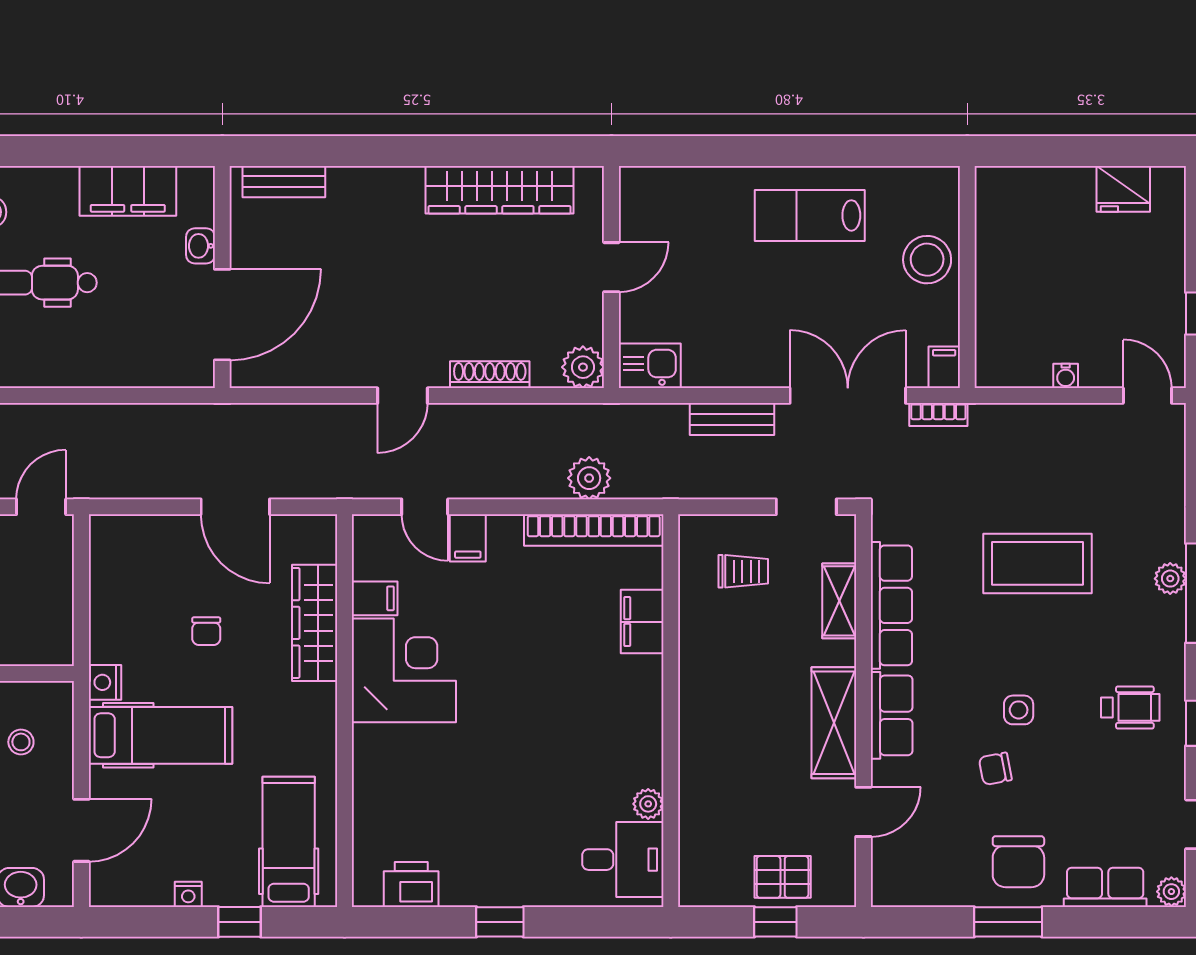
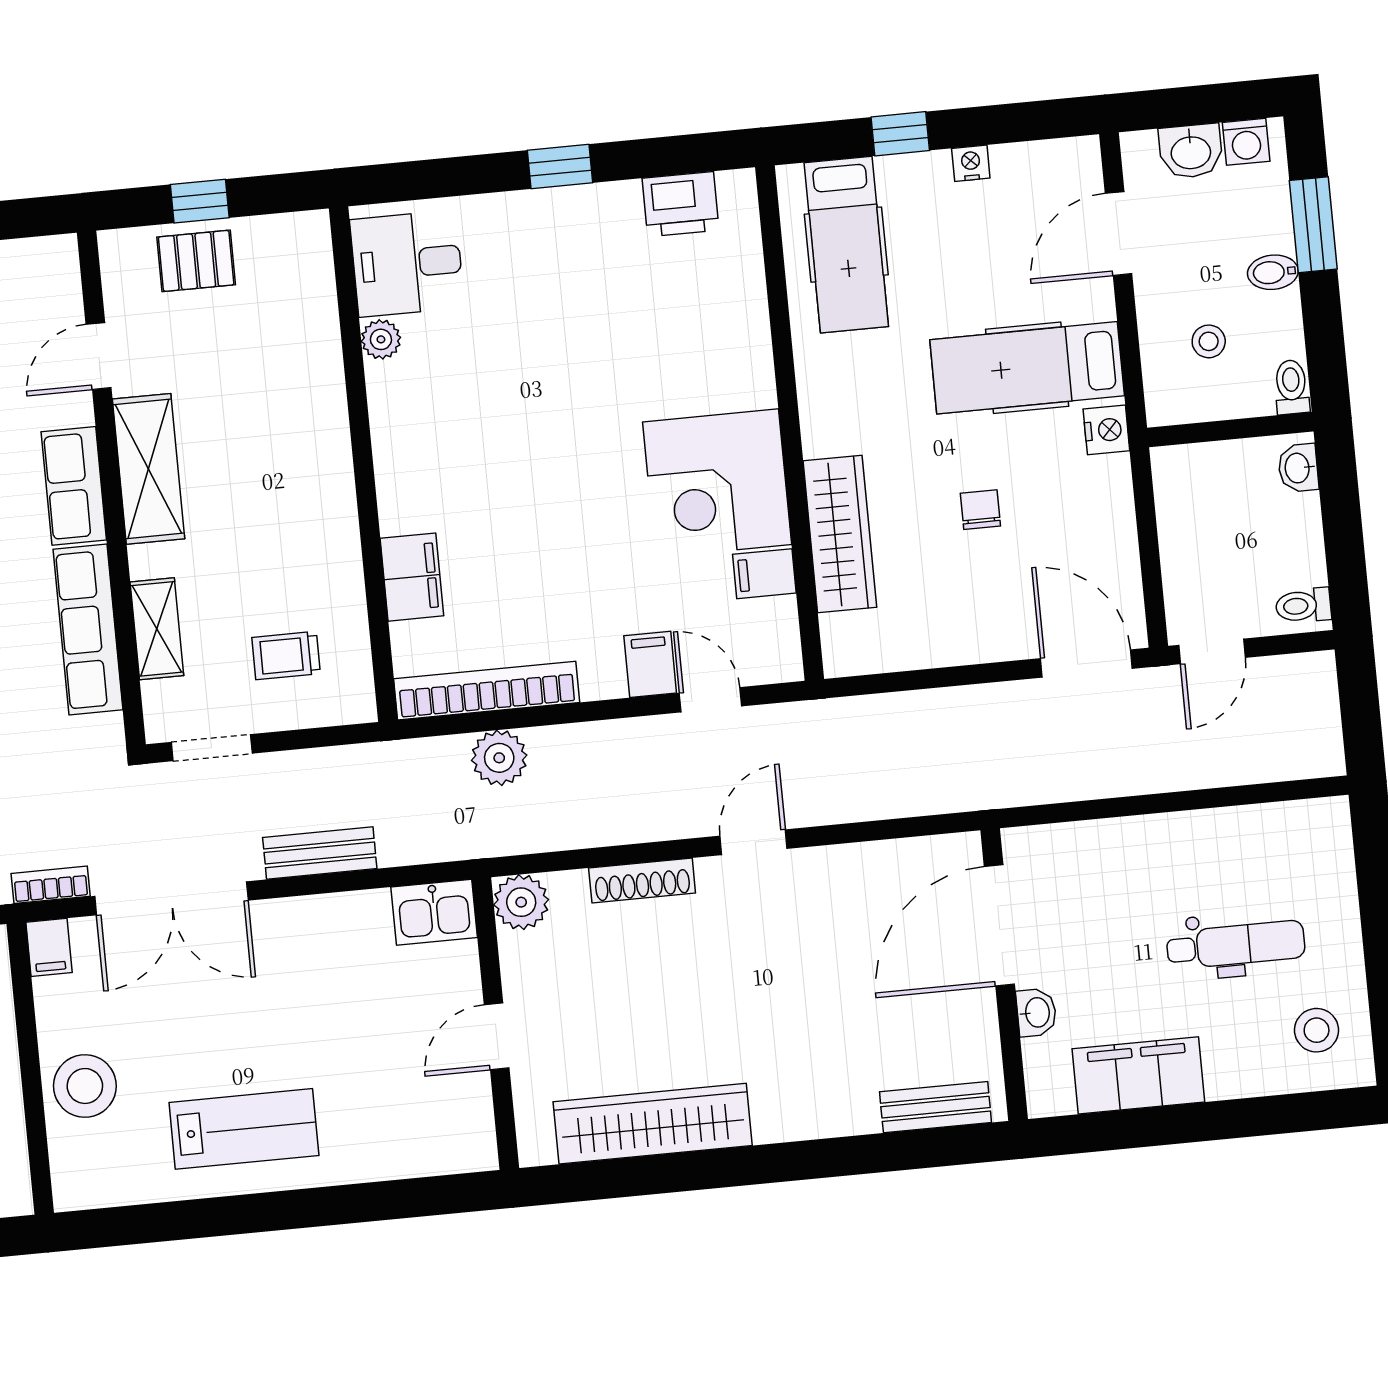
door: (235, 507) -> (1086, 664), moved

